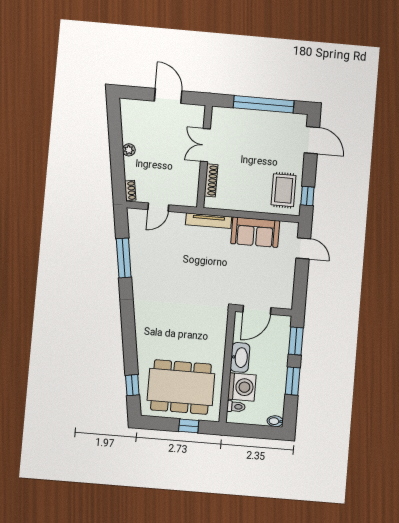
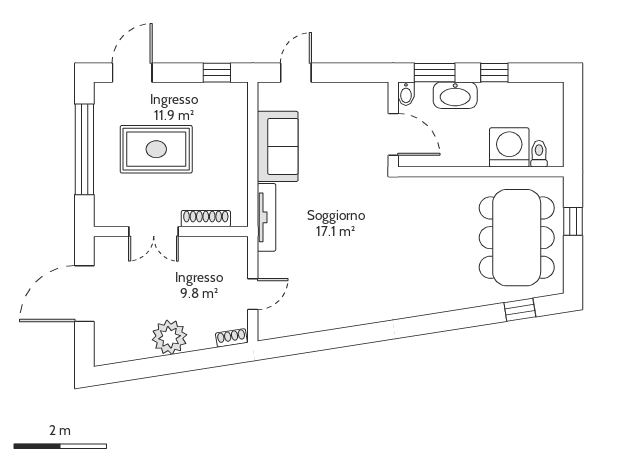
door: (168, 96) -> (84, 294), width x1.36
plant: (129, 150) -> (169, 337), width x1.88, depth x1.88
rug: (284, 190) -> (156, 149), moved, width x1.36, depth x1.43
door: (158, 207) -> (253, 294), hinge flipped
window: (124, 258) -> (333, 339), removed
washbasin: (240, 357) -> (455, 95), moved, turned 180
window: (293, 381) -> (494, 73), width x0.67
bidet: (275, 421) -> (406, 94), moved

